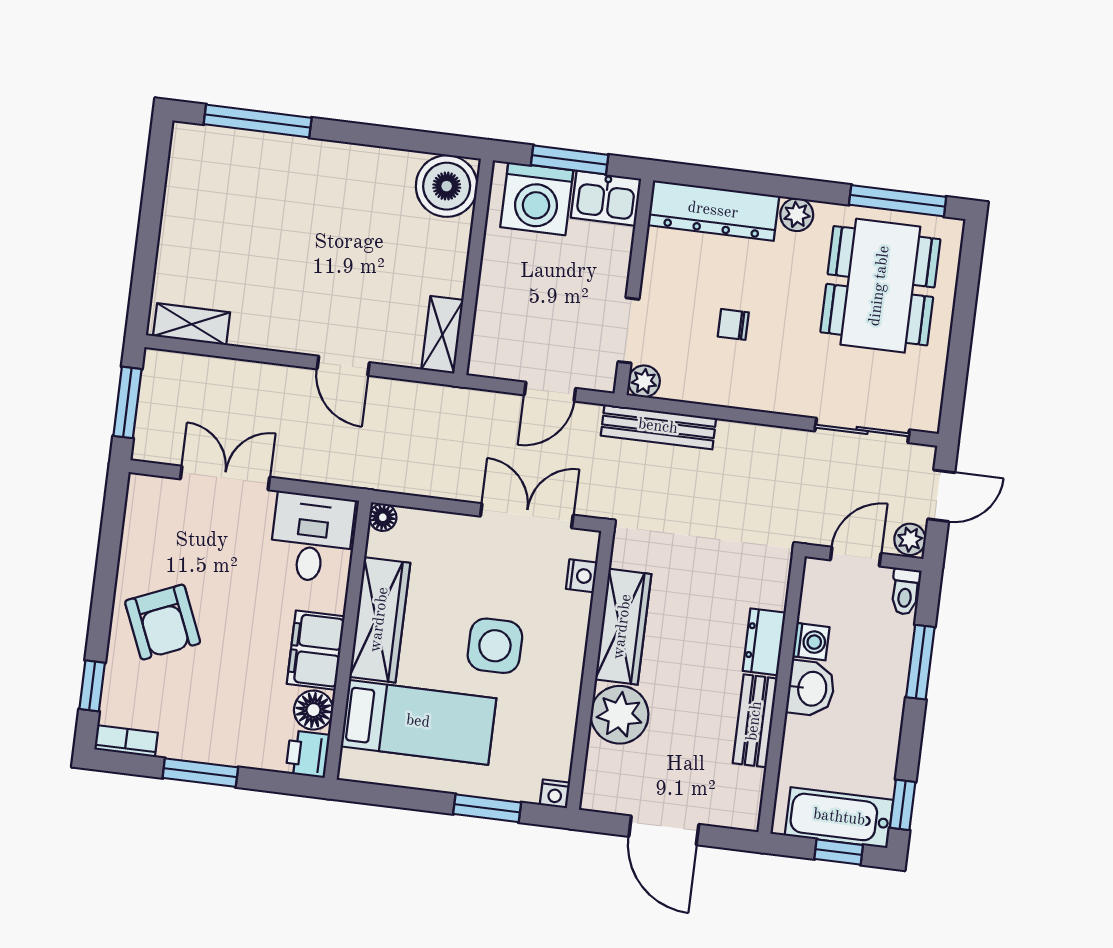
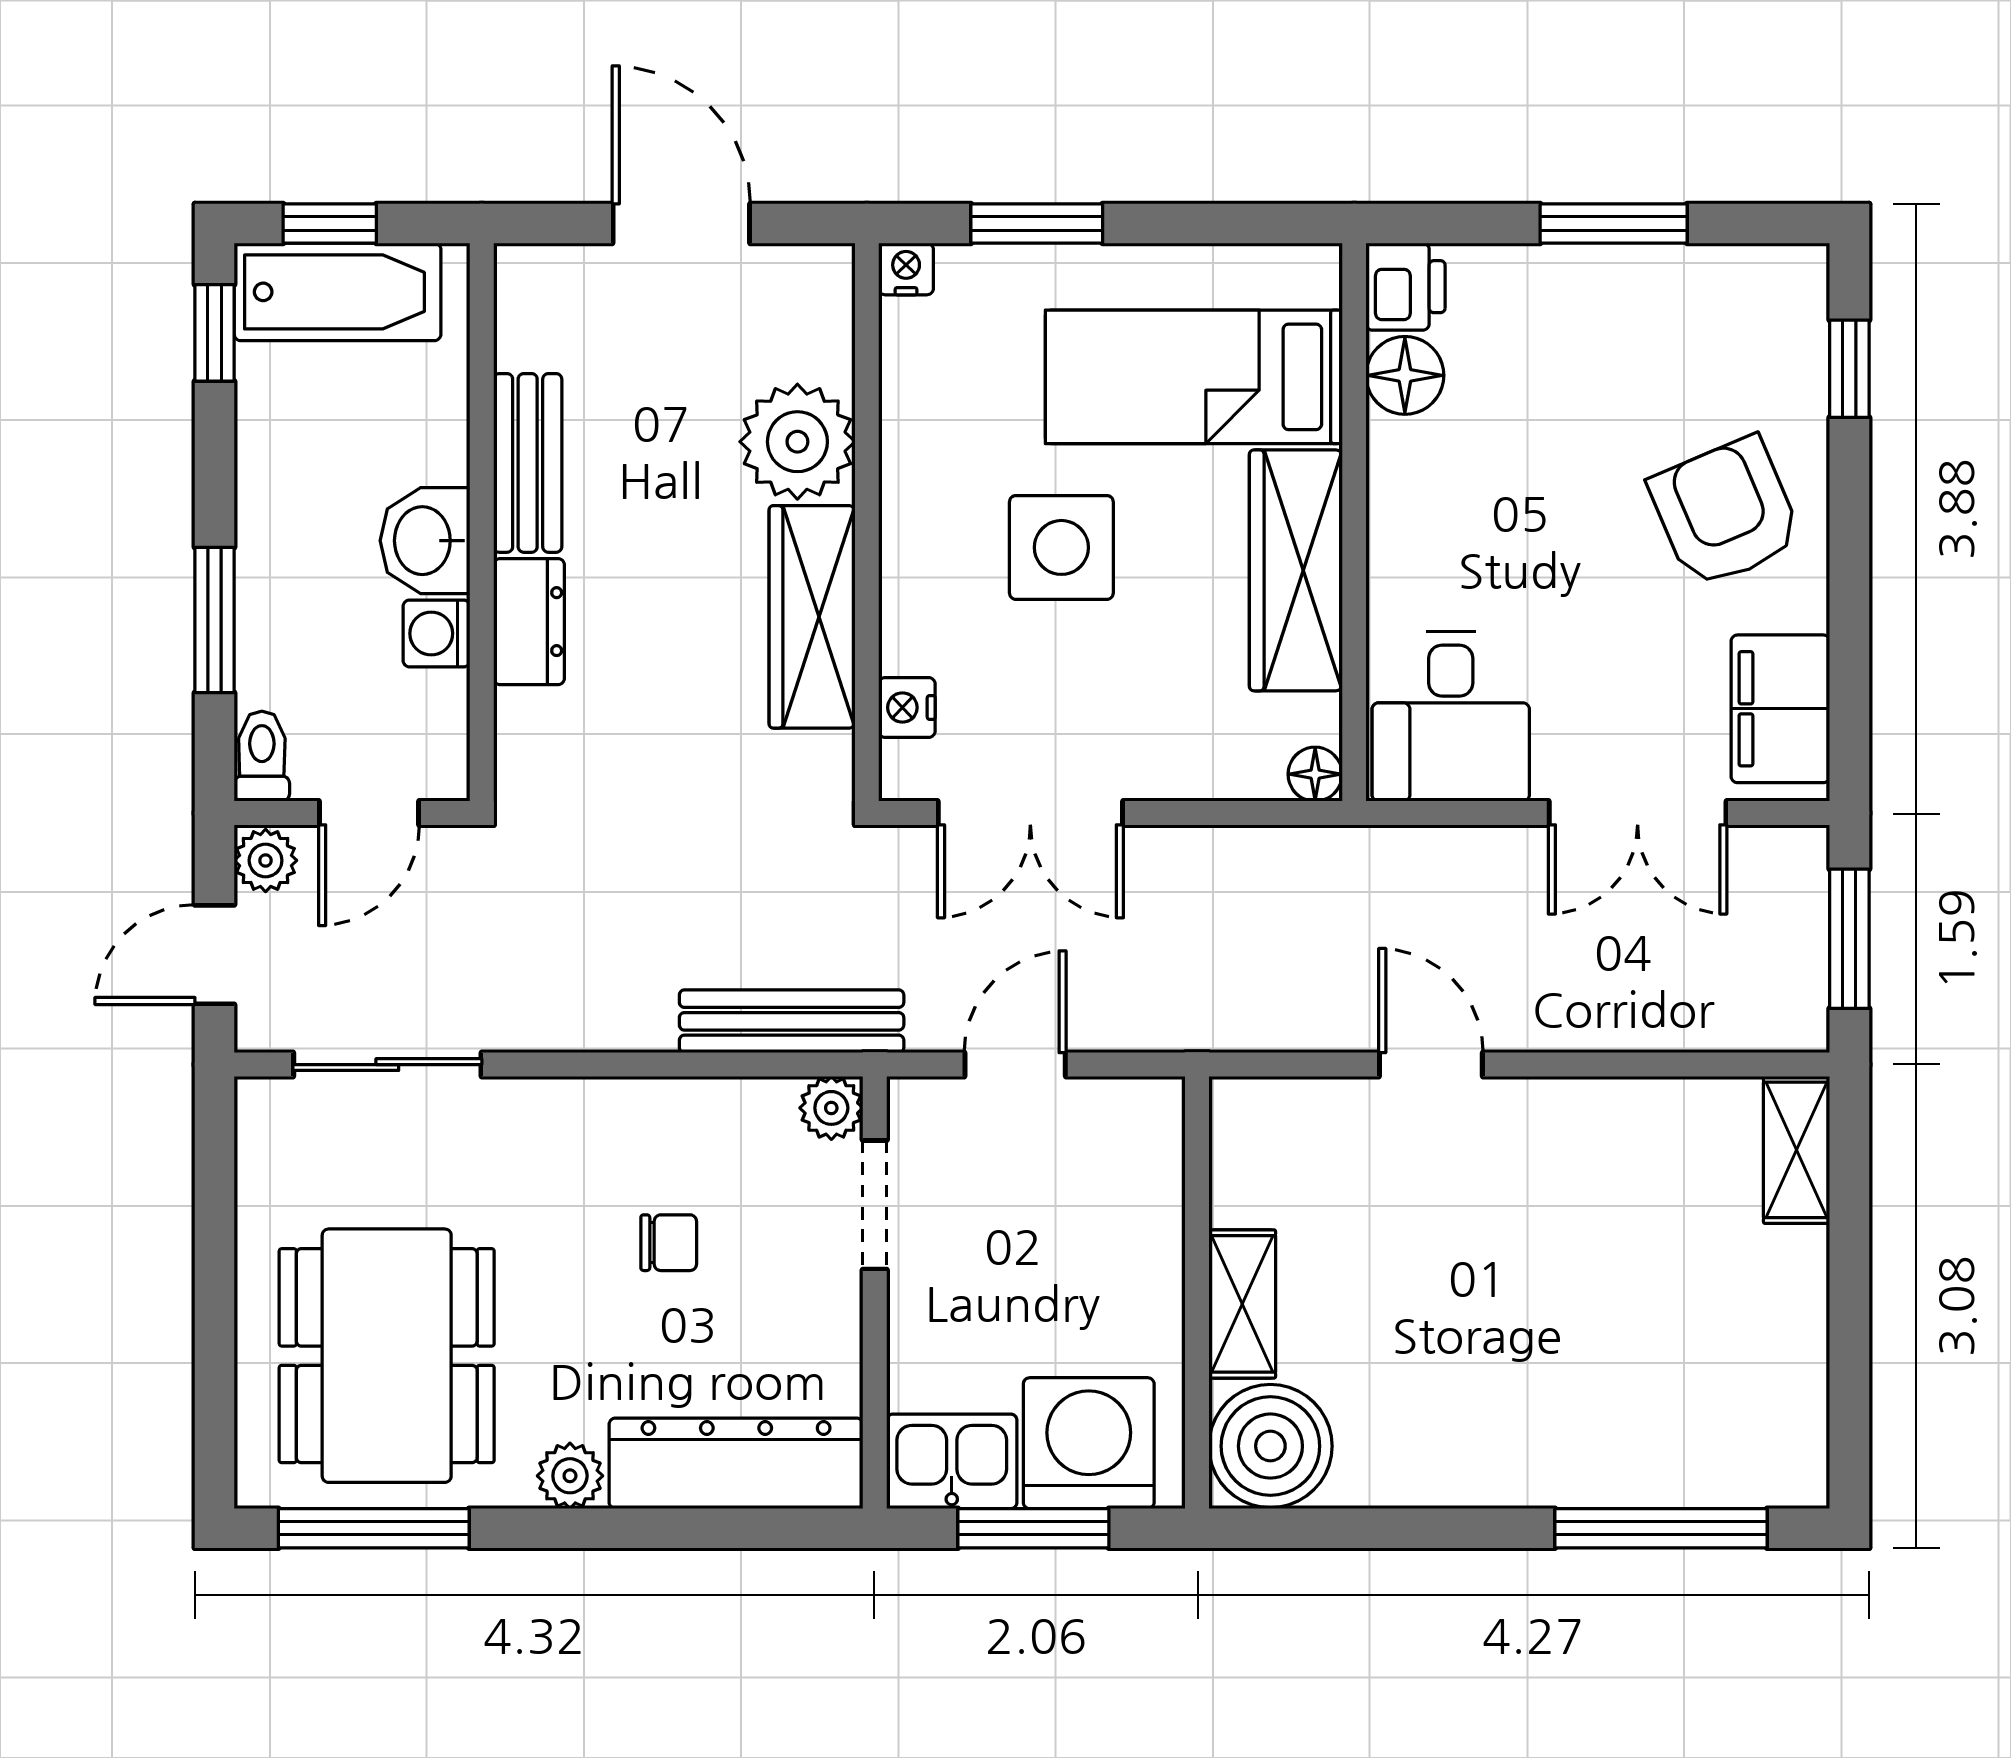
shelving: (192, 324) -> (1797, 1150), moved, turned 90
shelving: (442, 335) -> (1242, 1304), moved
filing cabinet: (316, 650) -> (1780, 709), moved, turned 180
bookcase: (126, 741) -> (1769, 268), removed

